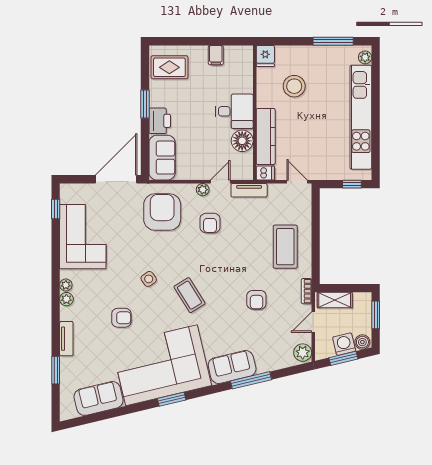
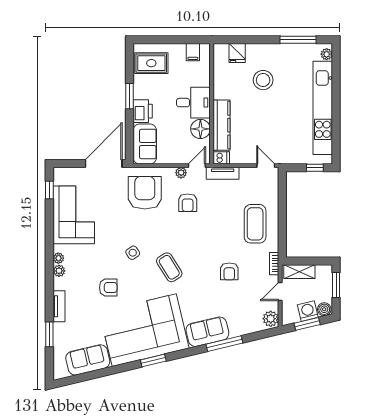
desk: (234, 111) -> (193, 103), moved
wall: (255, 113) -> (212, 104), moved
kitchen counter: (266, 137) -> (222, 125), moved
floor lamp: (242, 141) -> (200, 129), moved
dishwasher: (265, 173) -> (221, 158), moved

